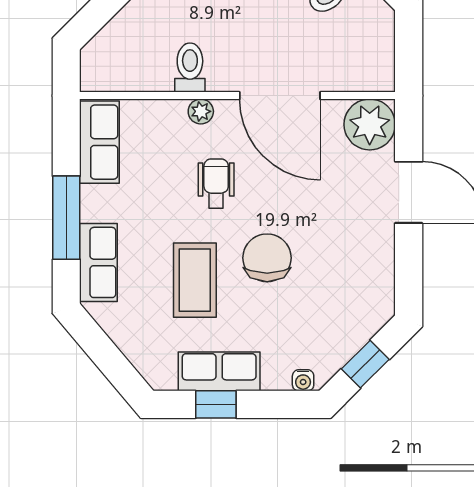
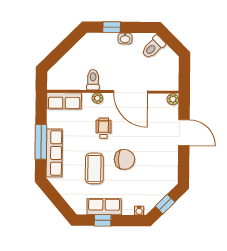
plant: (370, 124) -> (173, 99), width x0.53, depth x0.53
row of seats: (99, 142) -> (64, 101), moved, turned 90
chair: (267, 258) -> (124, 159), turned 90
row of seats: (98, 262) -> (54, 153), width x1.48

